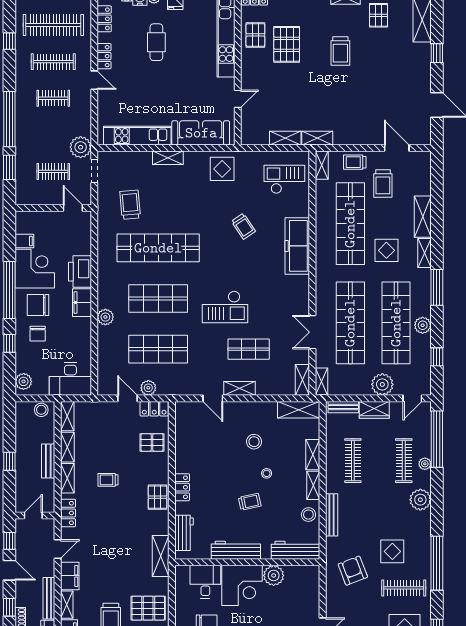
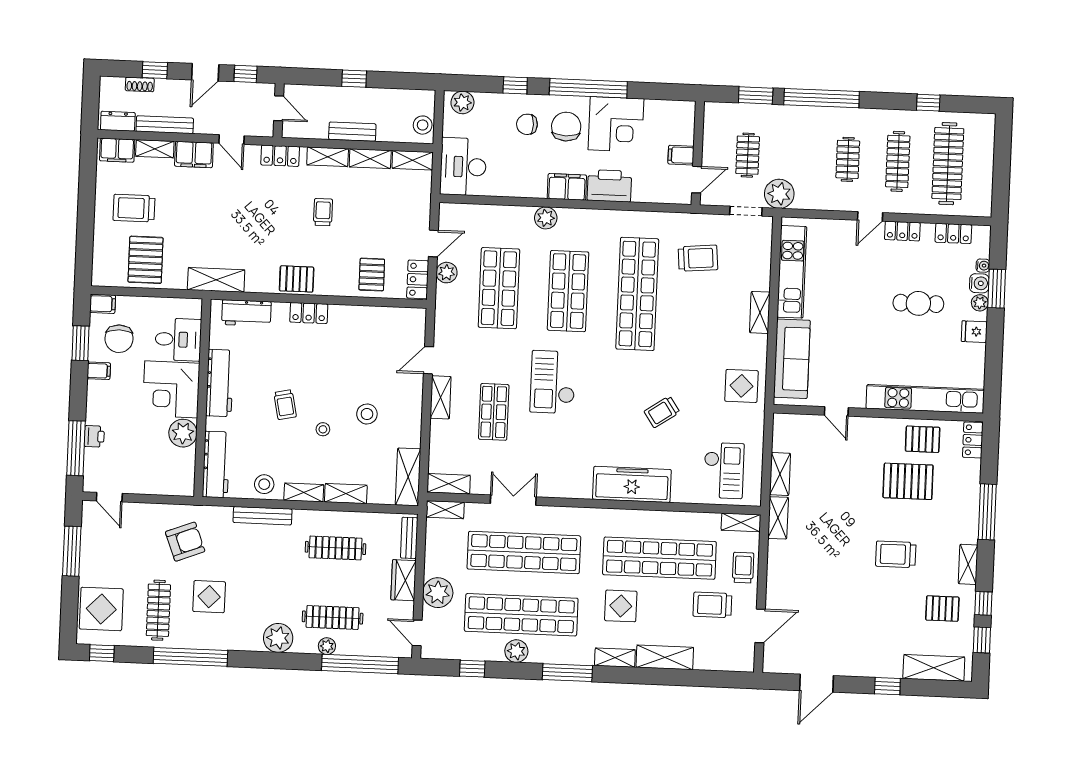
filing cabinet: (24, 241) -> (681, 155), moved, turned 90

